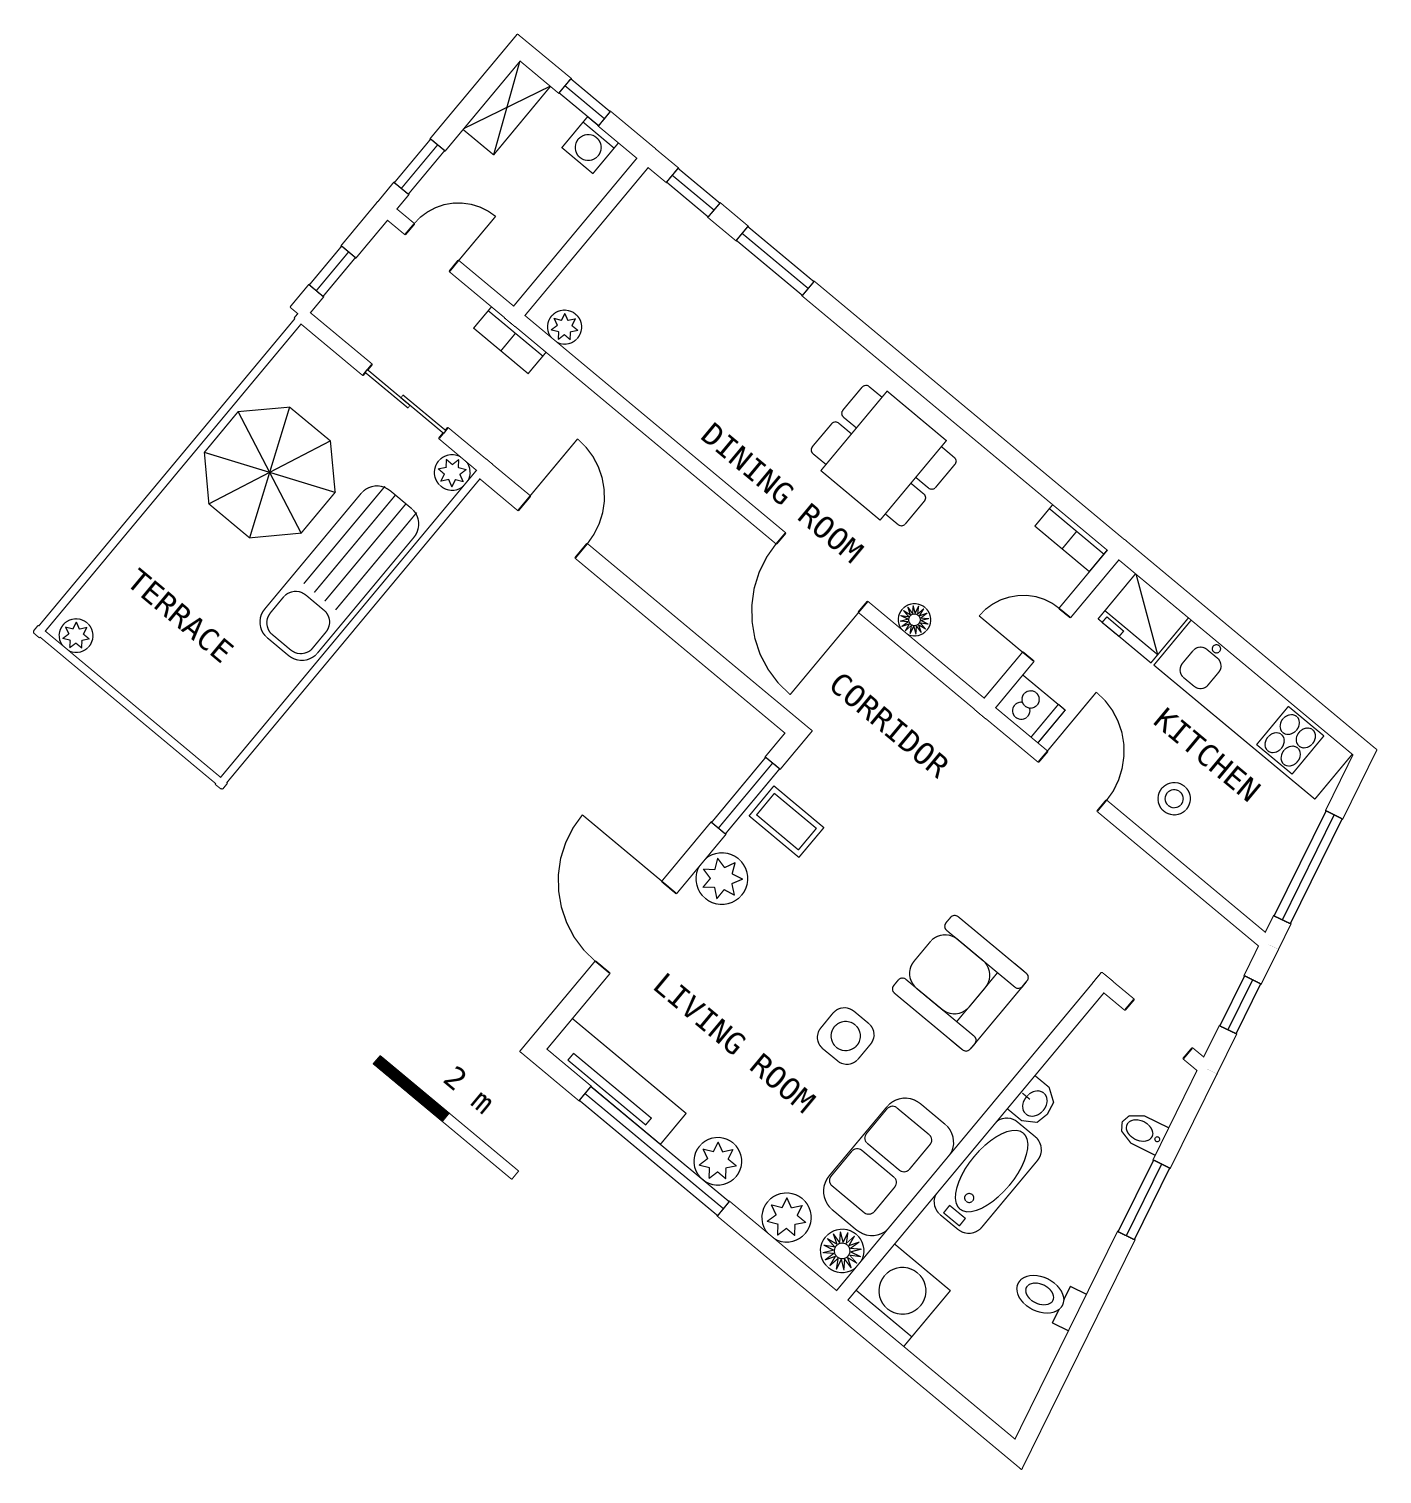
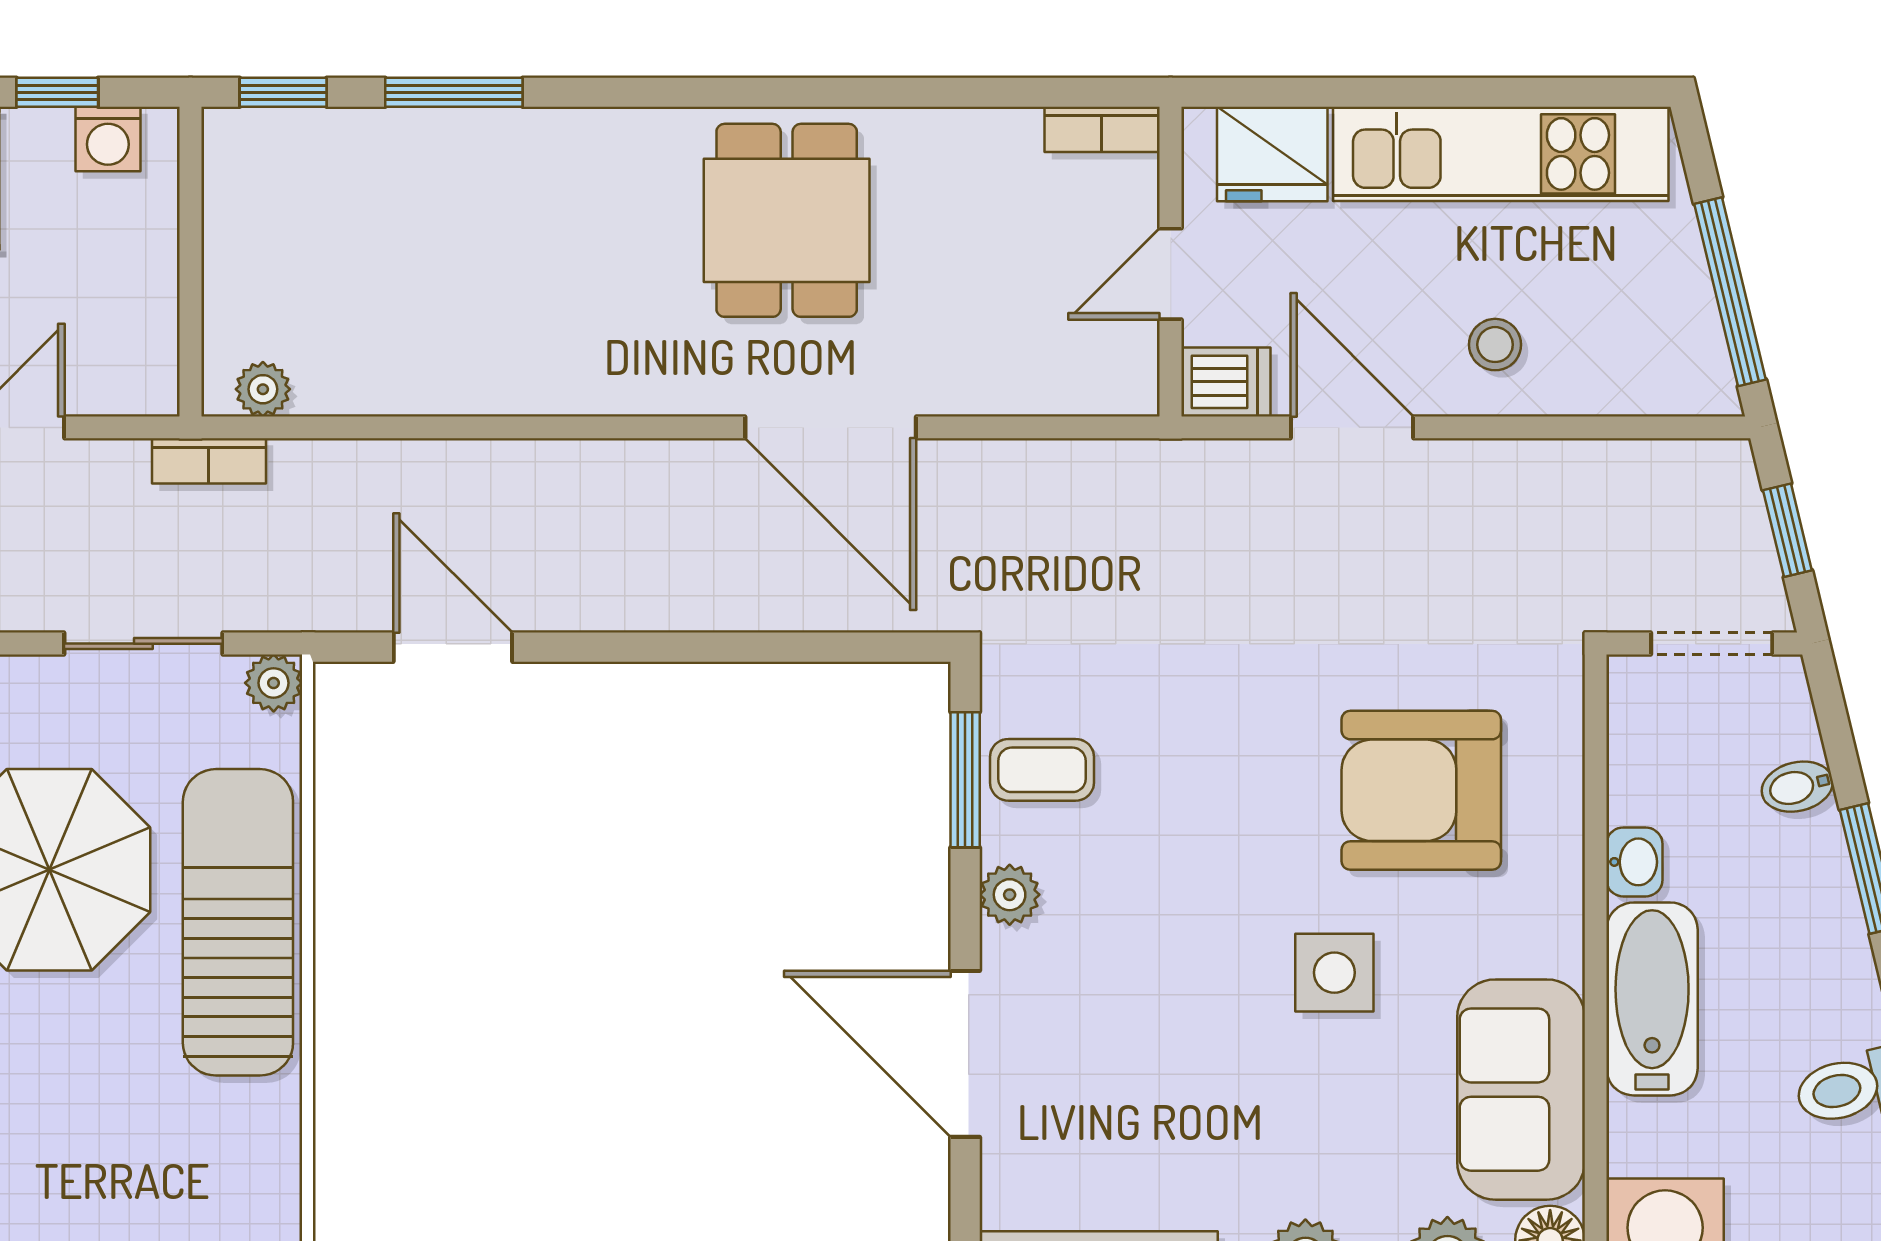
dining table: (884, 456) -> (787, 220), turned 90
sun lounger: (339, 573) -> (238, 922), turned 180
floor lamp: (914, 620) -> (993, 391), removed
plant: (722, 879) -> (1010, 895), width x0.73, depth x0.73

